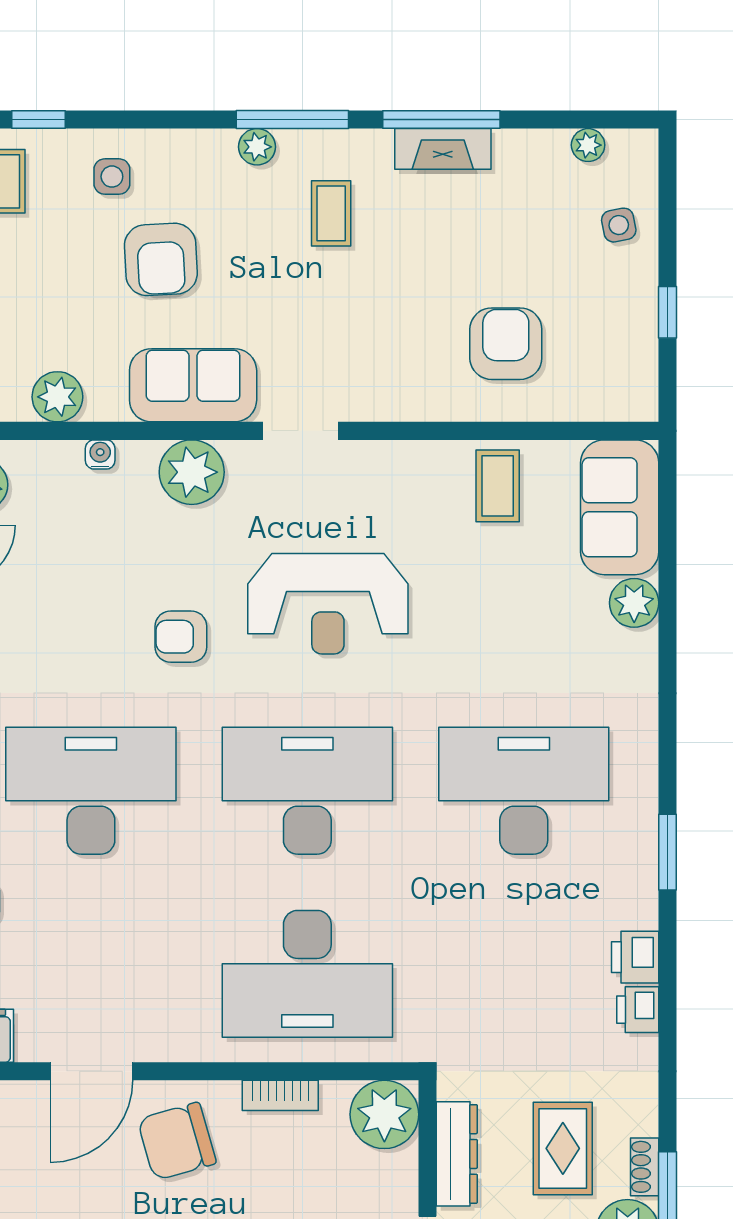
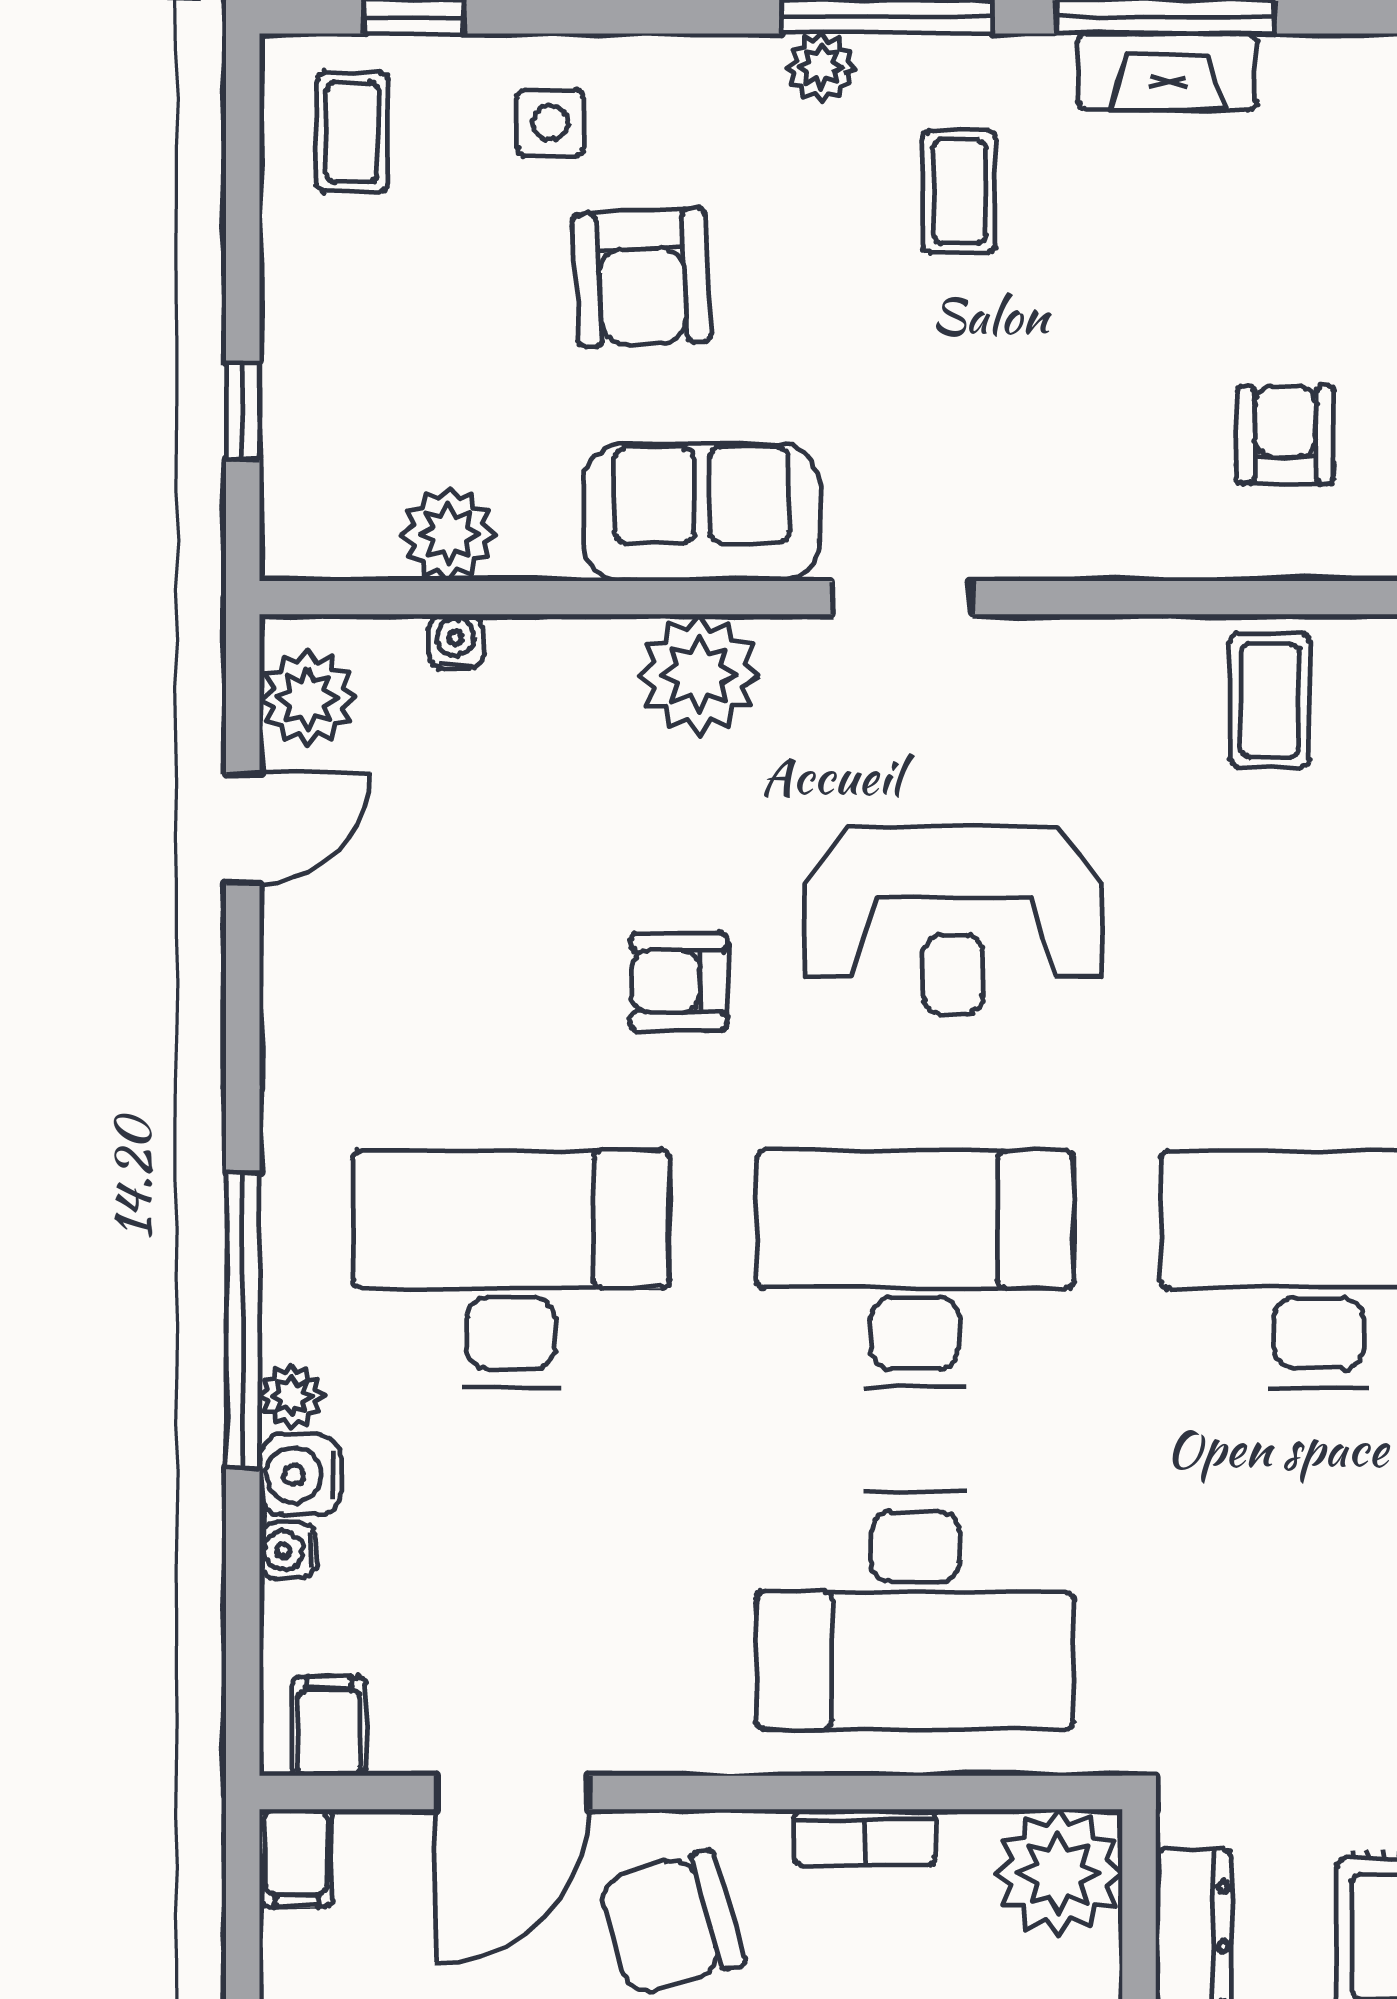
armchair: (506, 344) -> (1285, 435), width x0.72, depth x0.72
water cooler: (100, 454) -> (456, 642), moved

